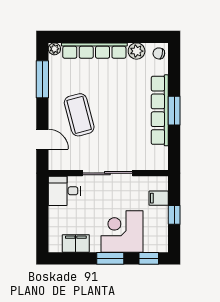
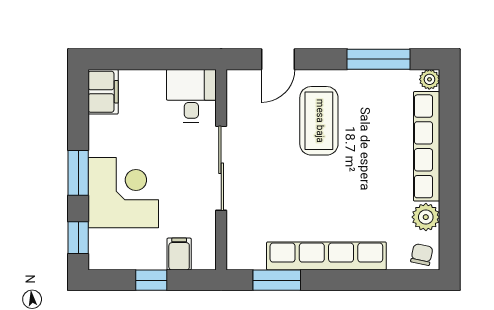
window: (174, 111) -> (277, 280), moved
coffee table: (79, 115) -> (319, 121), turned -75
filing cabinet: (76, 243) -> (103, 92), moved

